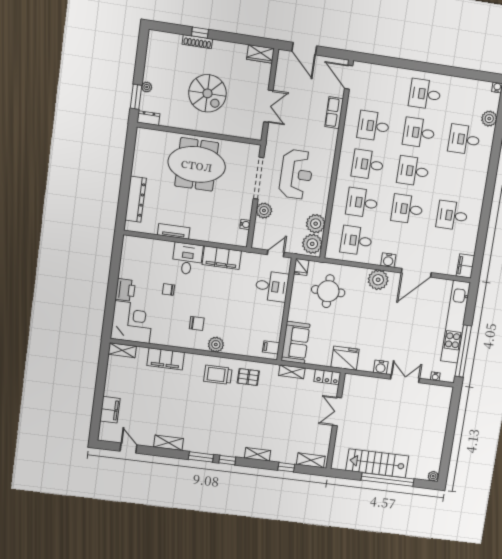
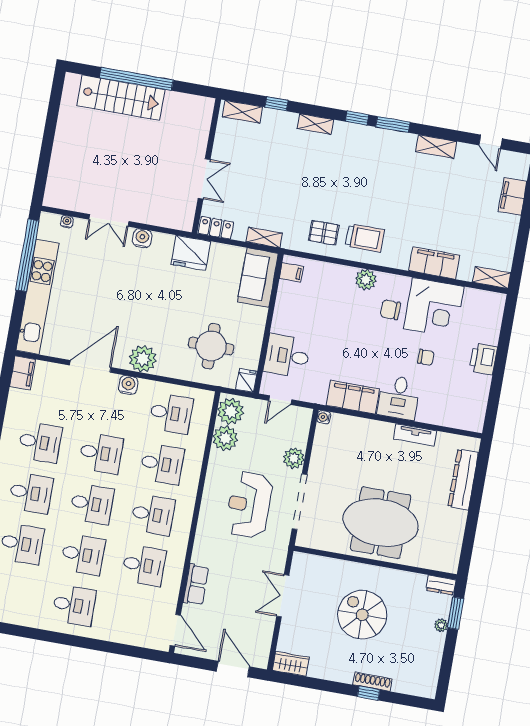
desk: (458, 178) -> (31, 493), added
water cooler: (245, 224) -> (324, 417), moved
corner desk: (132, 322) -> (434, 308), moved, turned -90
stairs: (377, 463) -> (121, 98), moved
plant: (433, 476) -> (72, 80), removed

